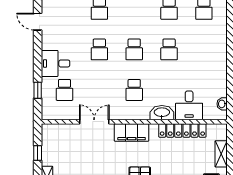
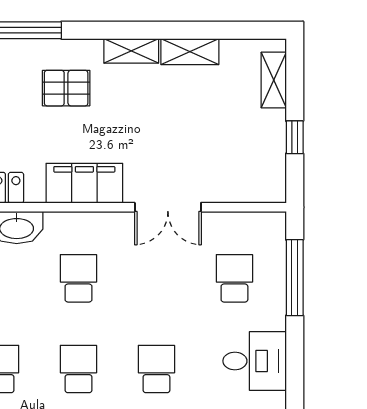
desk: (56, 63) -> (255, 361), moved
window: (38, 90) -> (295, 278), width x2.17

